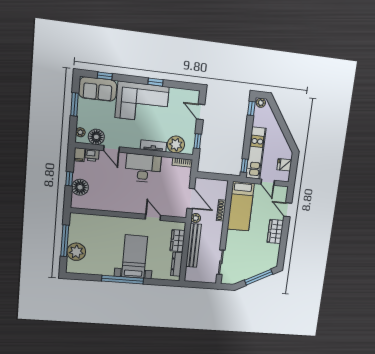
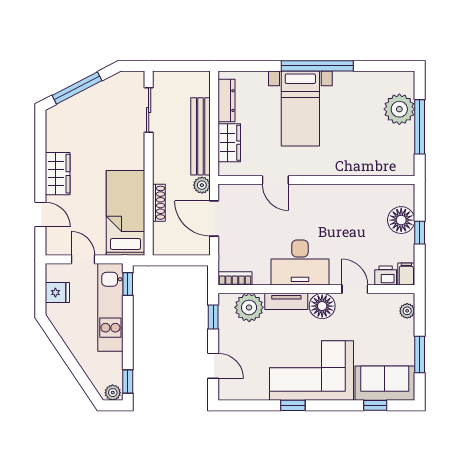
floor lamp: (96, 137) -> (322, 306), moved

